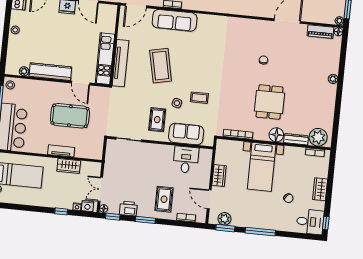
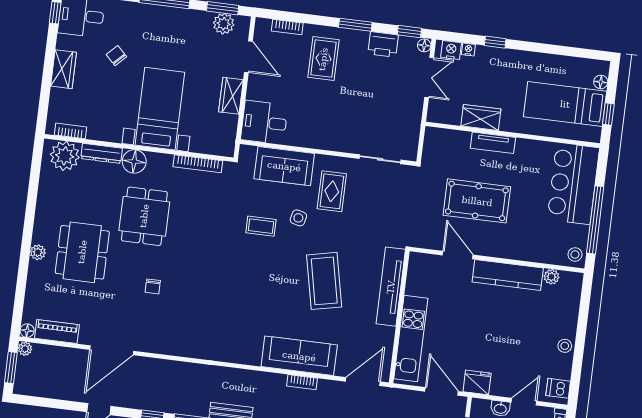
kitchen unit: (105, 59) -> (411, 339), moved
dining table: (306, 80) -> (82, 252), added
desk: (186, 160) -> (264, 122), moved, turned 90

